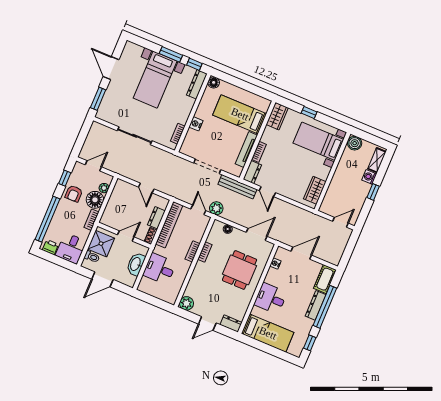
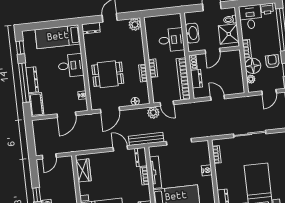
dining table: (240, 270) -> (108, 74), turned 90

